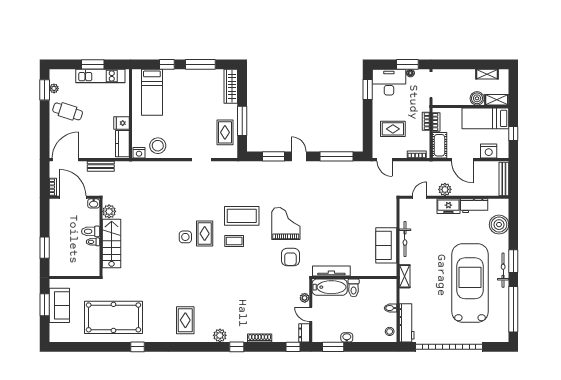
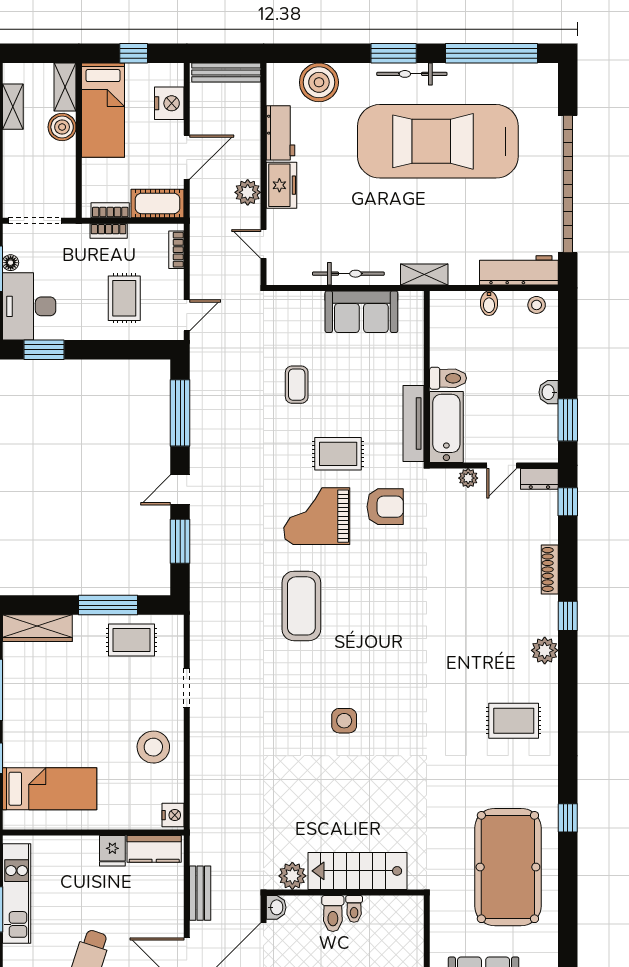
stool: (158, 146) -> (153, 747), moved
rug: (205, 234) -> (338, 454), moved
coffee table: (234, 241) -> (297, 385), moved

